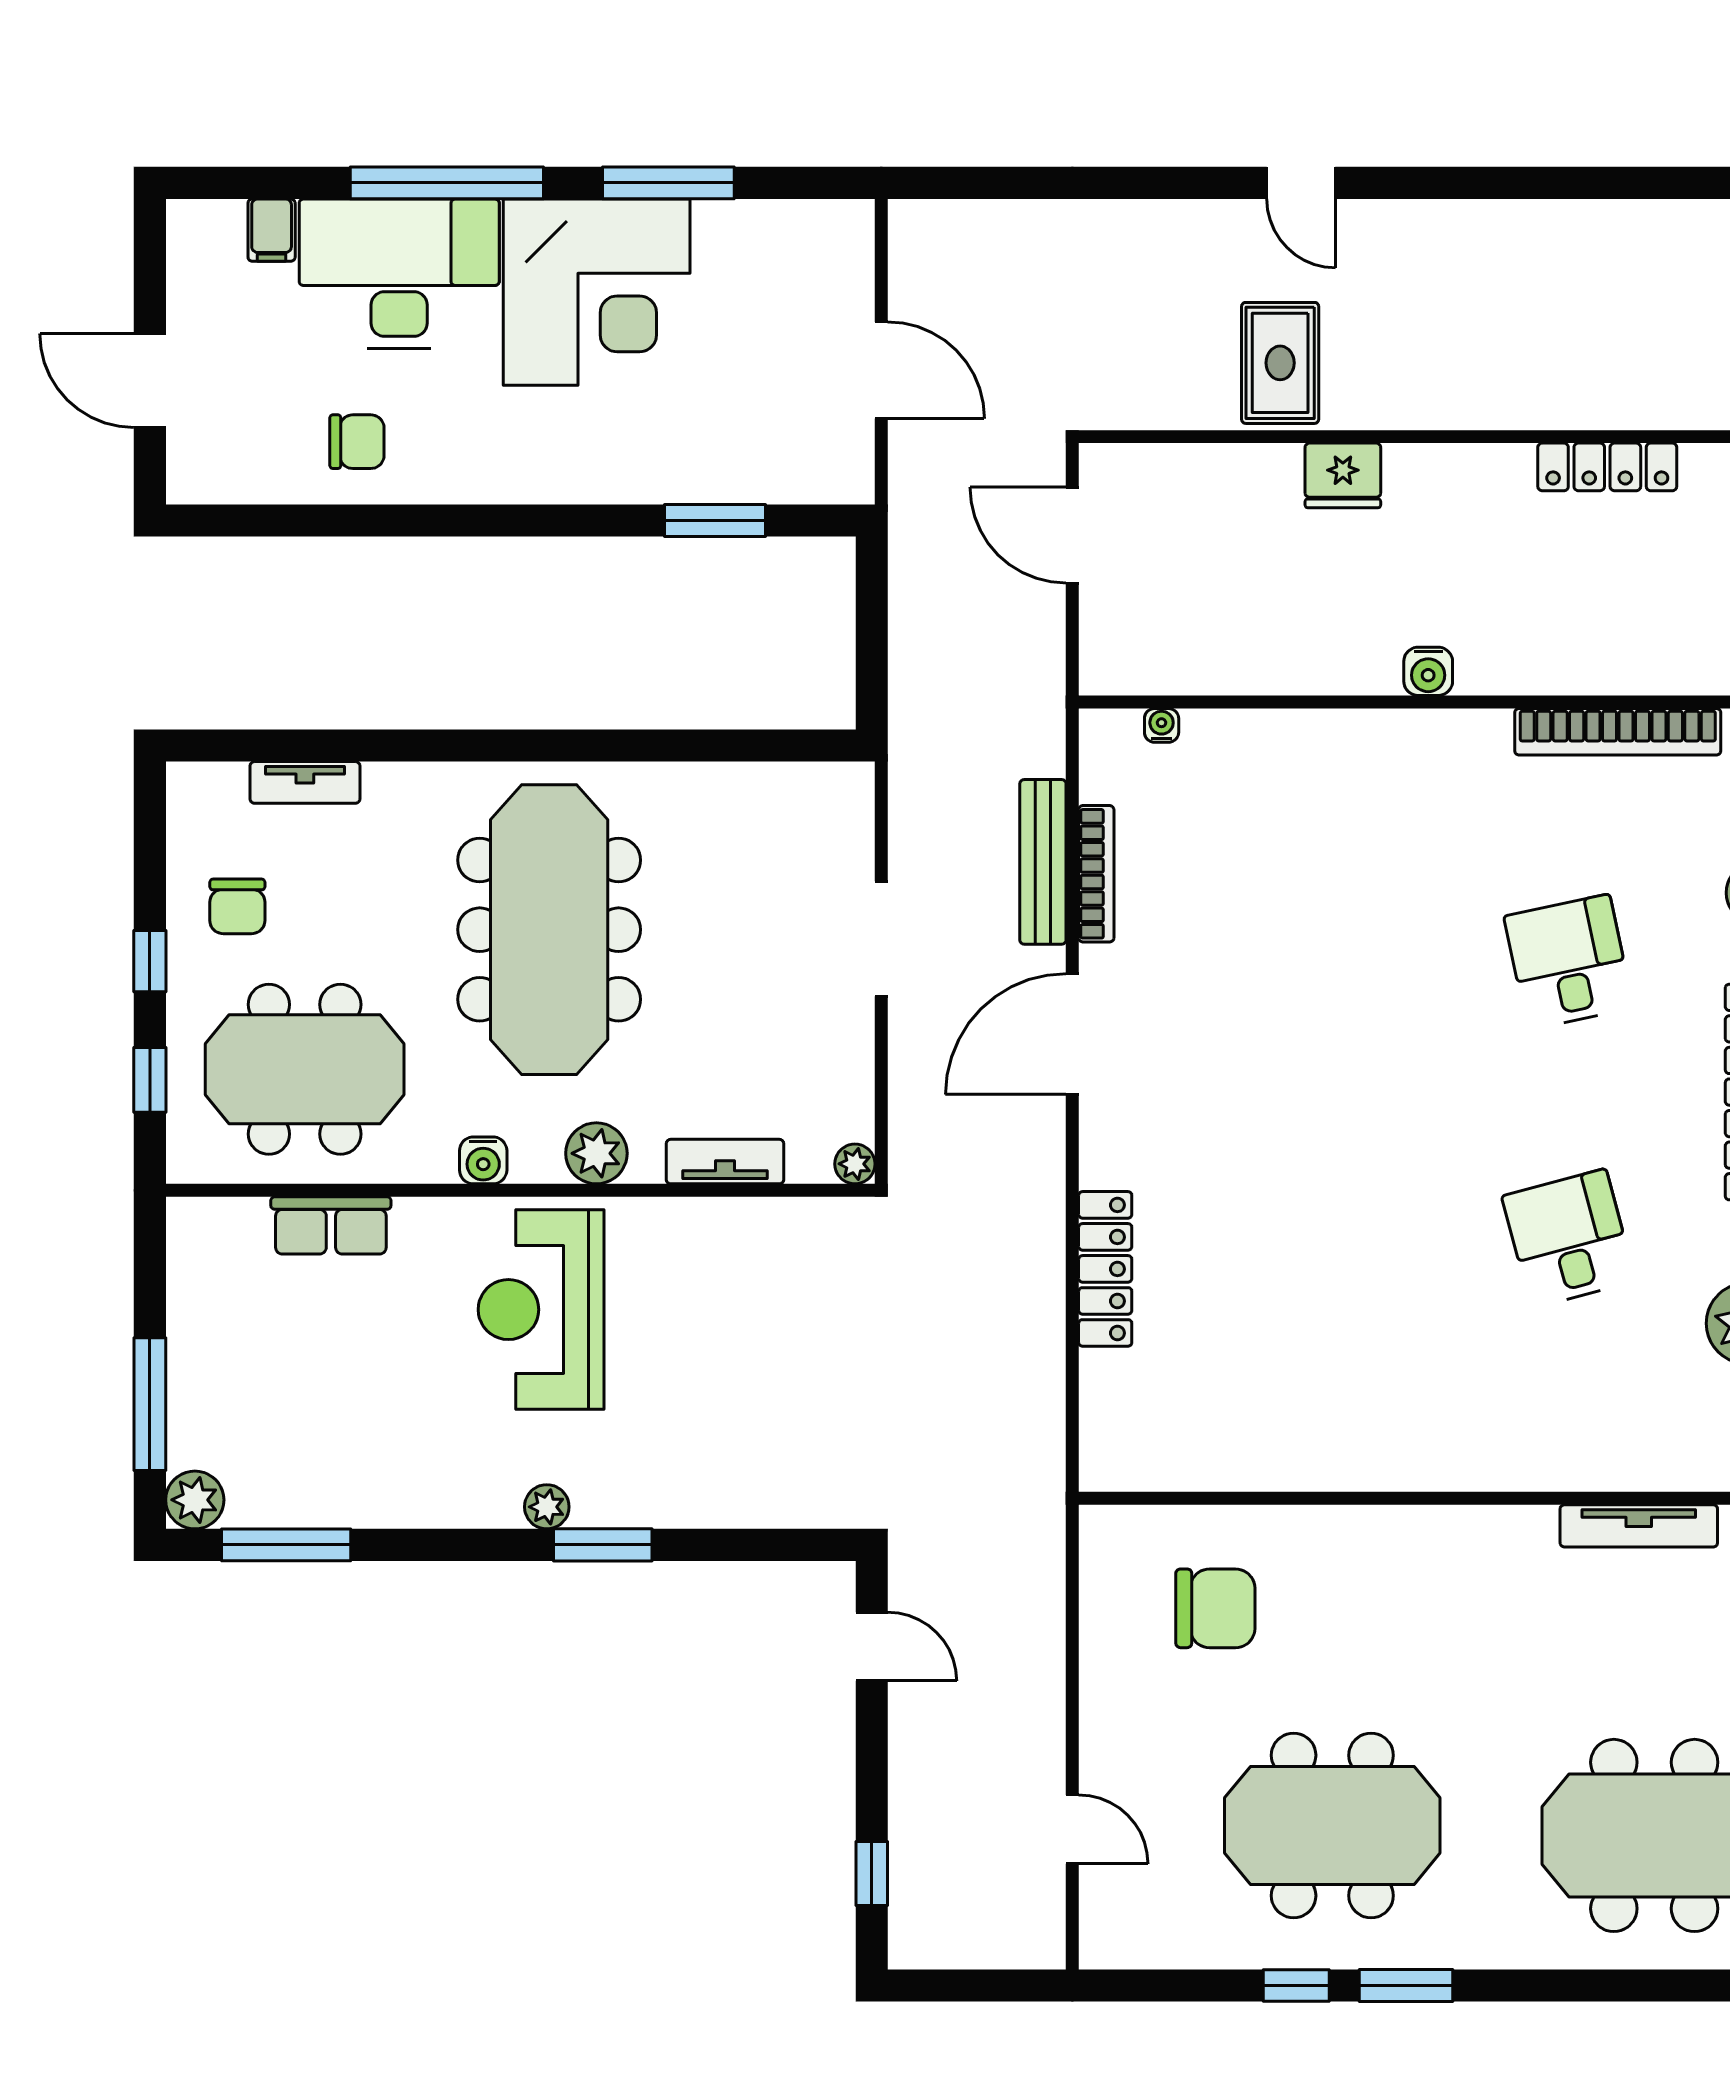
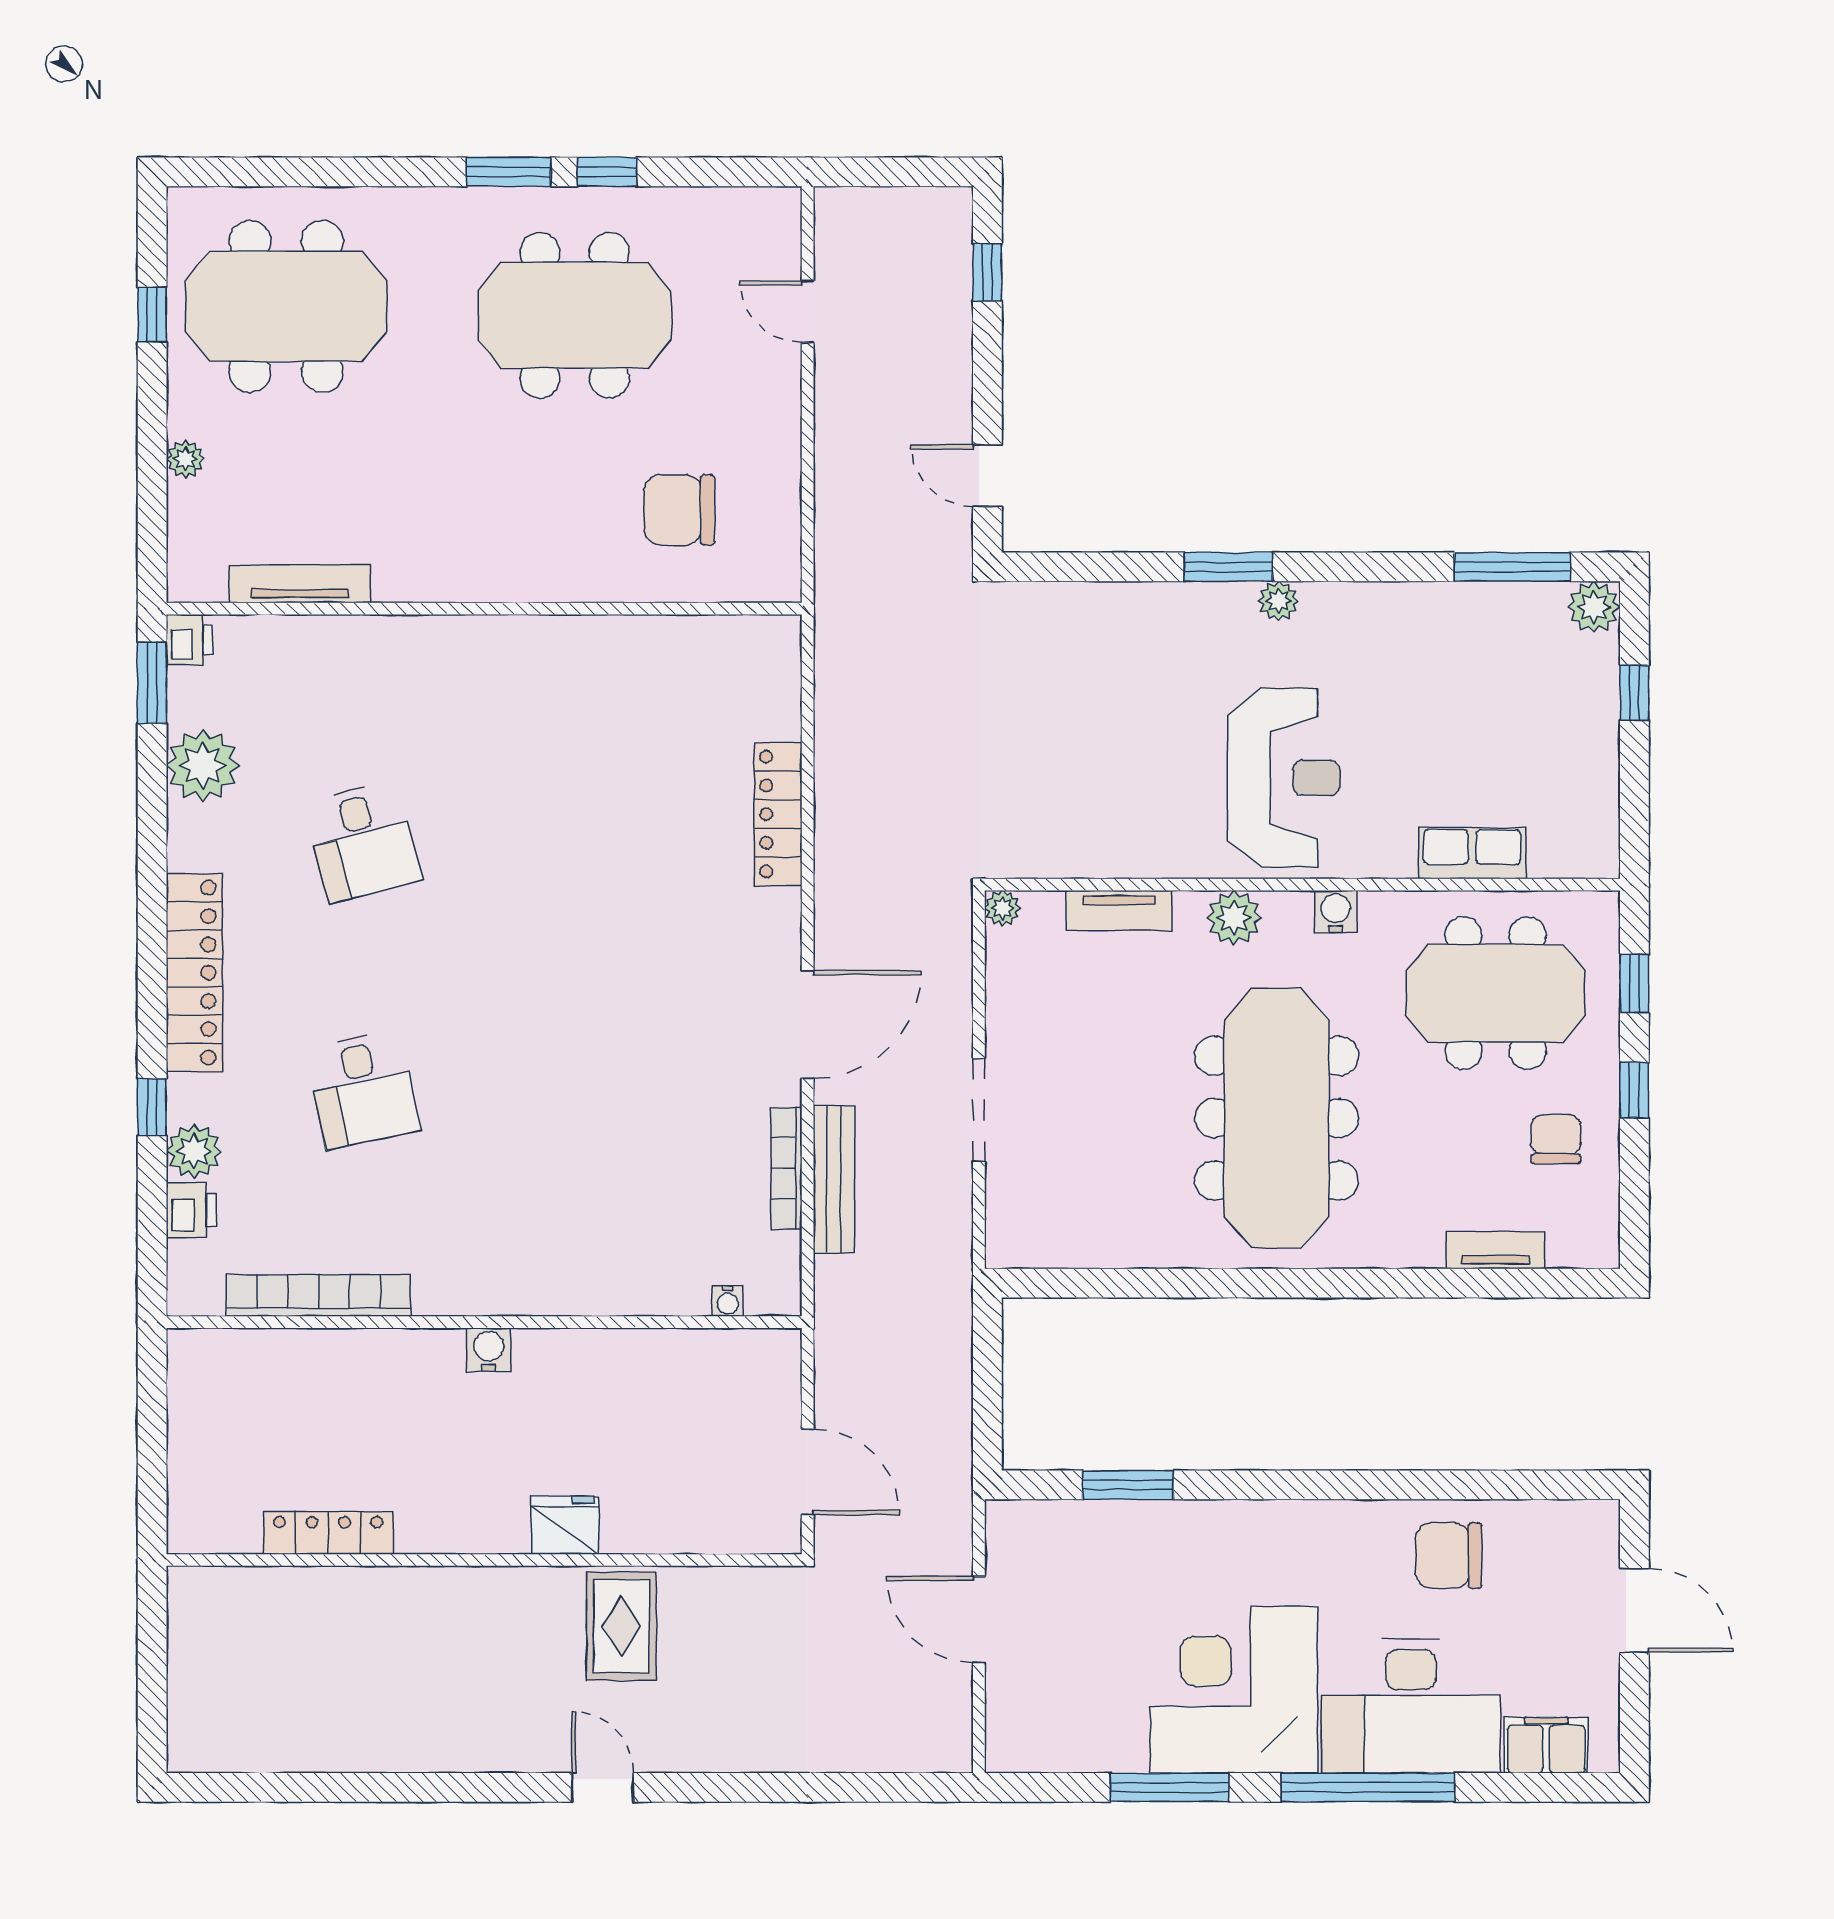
filing cabinet: (272, 230) -> (1546, 1745), width x2.00
chair: (357, 442) -> (1449, 1556), width x1.37, depth x1.37
window: (150, 1404) -> (1634, 693), width x0.46

